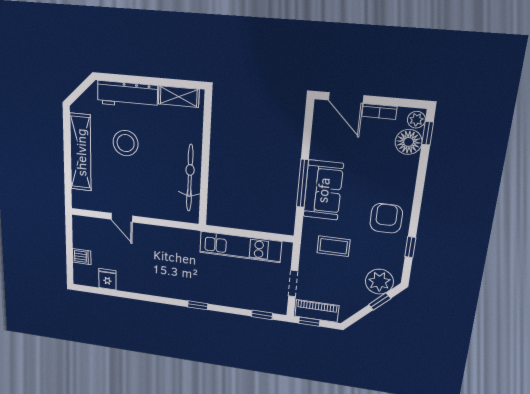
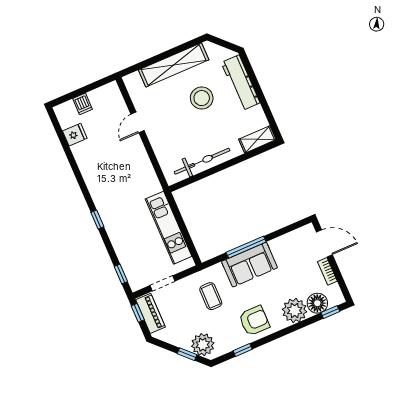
shelving: (179, 97) -> (257, 139), moved, turned 90
door: (346, 98) -> (324, 243), swing flipped
plant: (416, 120) -> (295, 310), moved, width x1.88, depth x1.88

